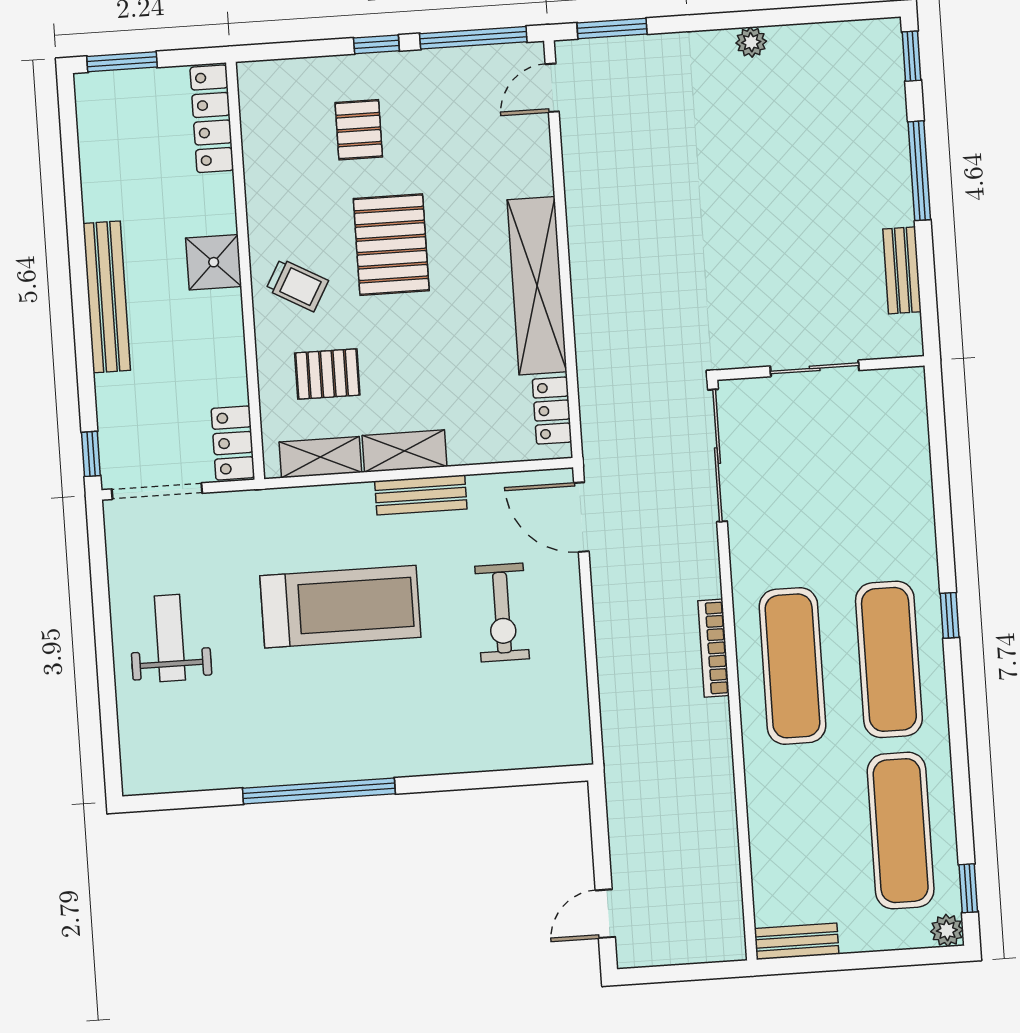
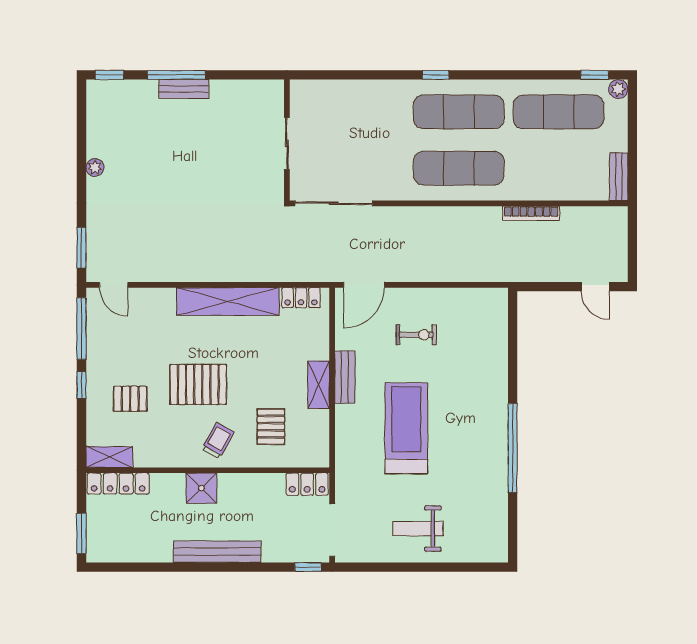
bench: (902, 270) -> (184, 89), moved
shelving: (320, 457) -> (109, 457), moved, turned 90
exercise bike: (502, 613) -> (416, 335), width x0.73, depth x0.72
bookcase: (713, 648) -> (531, 213), moved

